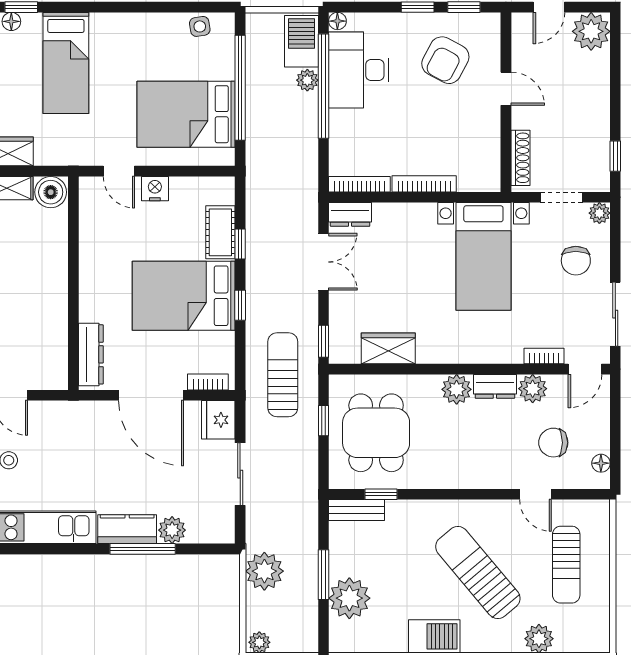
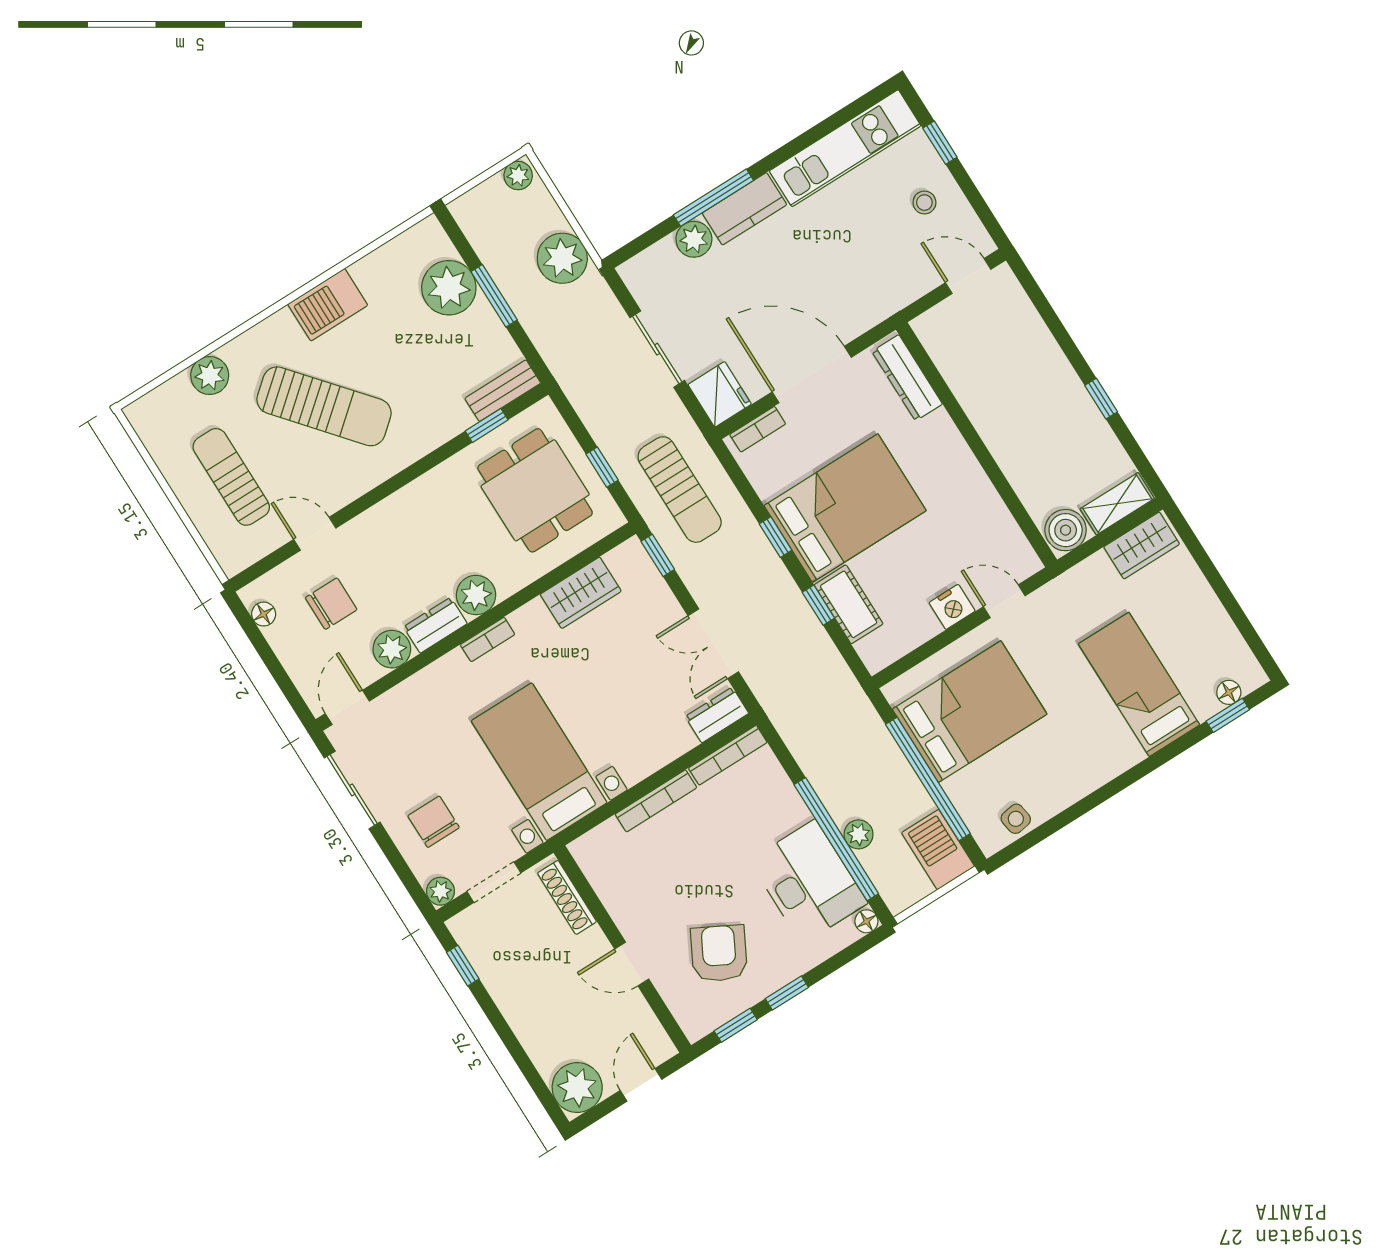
barbecue: (301, 41) -> (938, 850), moved, turned 180
bookcase: (544, 356) -> (488, 639), moved

